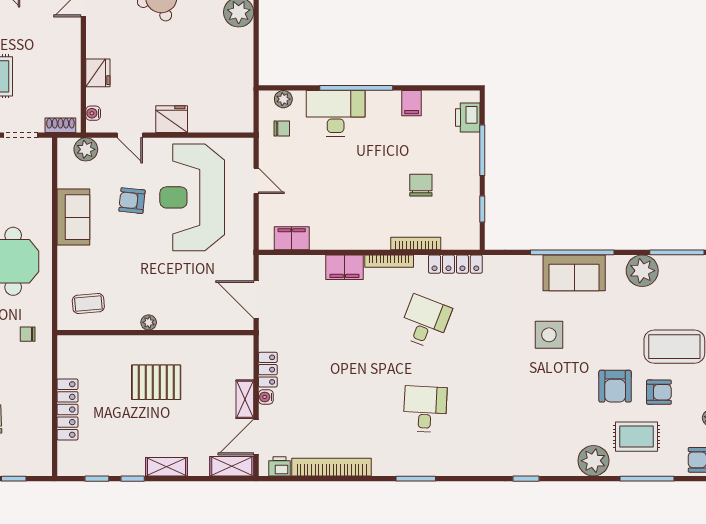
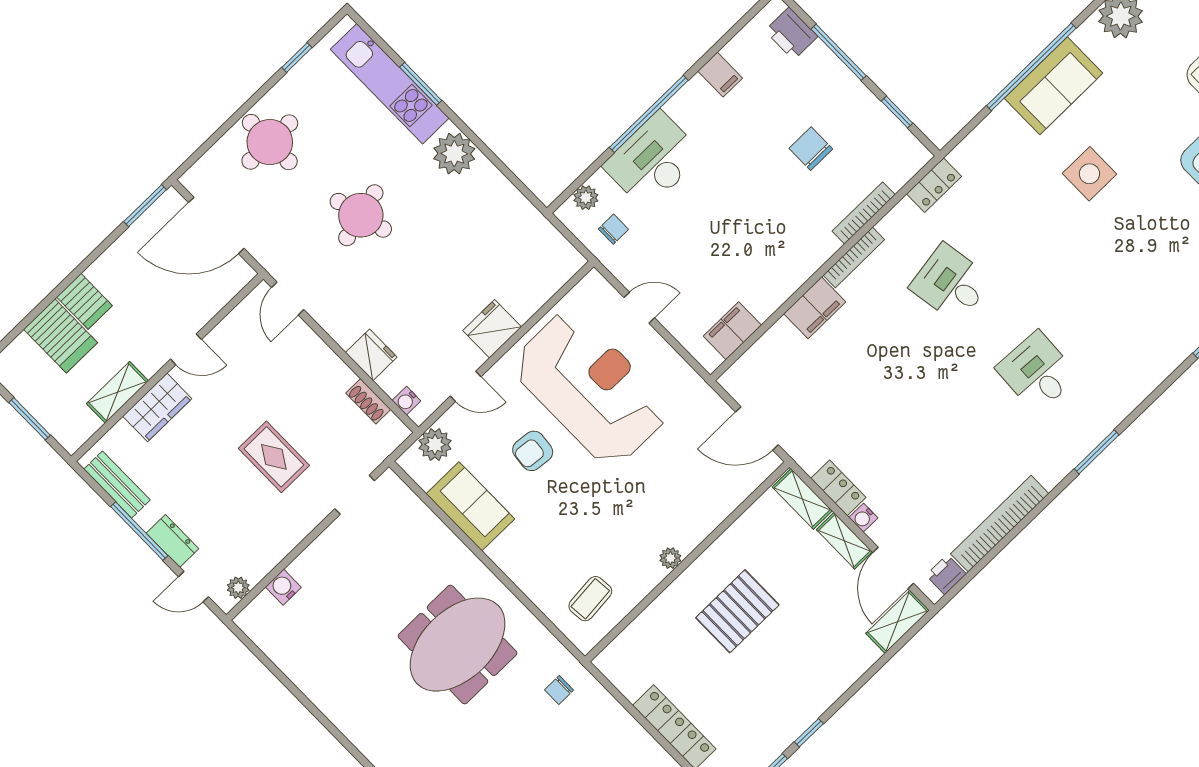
shoe rack: (60, 125) -> (368, 401), moved, turned -90
reception desk: (192, 197) -> (591, 388), turned 180
sofa: (73, 217) -> (470, 506), moved
locker: (455, 264) -> (934, 185), width x0.66
desk: (425, 322) -> (951, 283), turned -30
shelving: (167, 467) -> (802, 499), moved, turned 90

